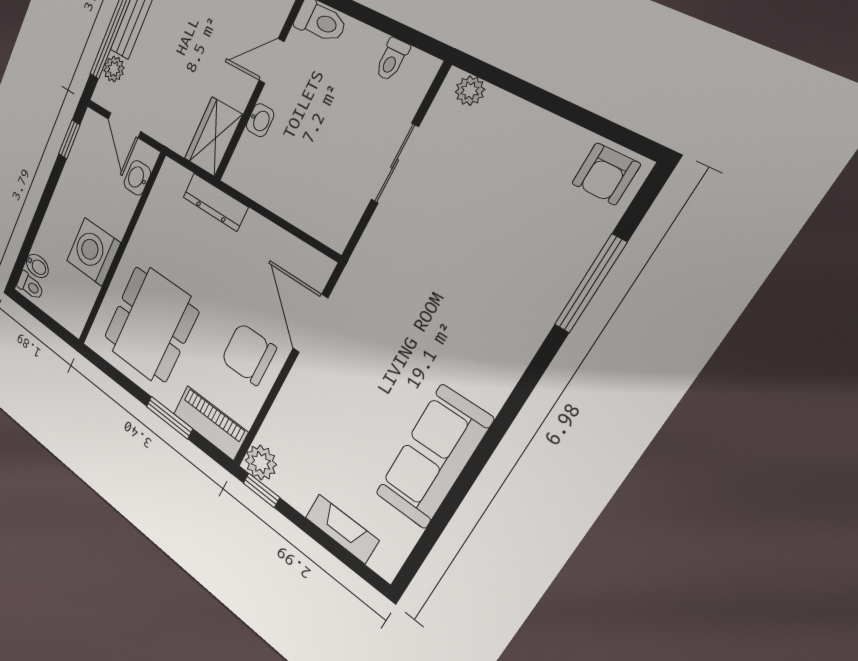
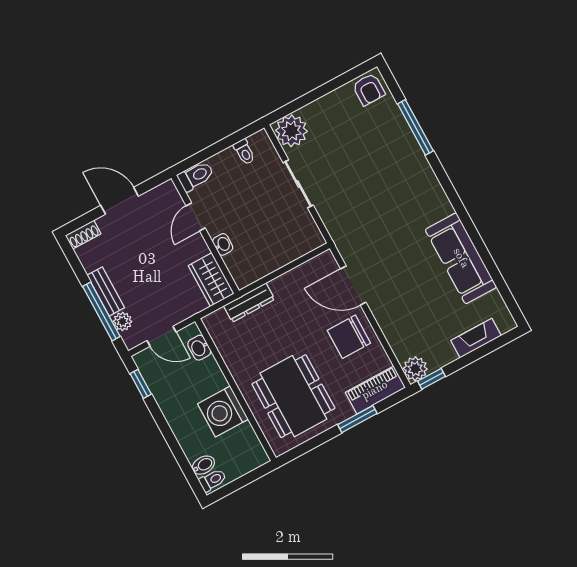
plant: (470, 91) -> (291, 131), width x1.88, depth x1.88

